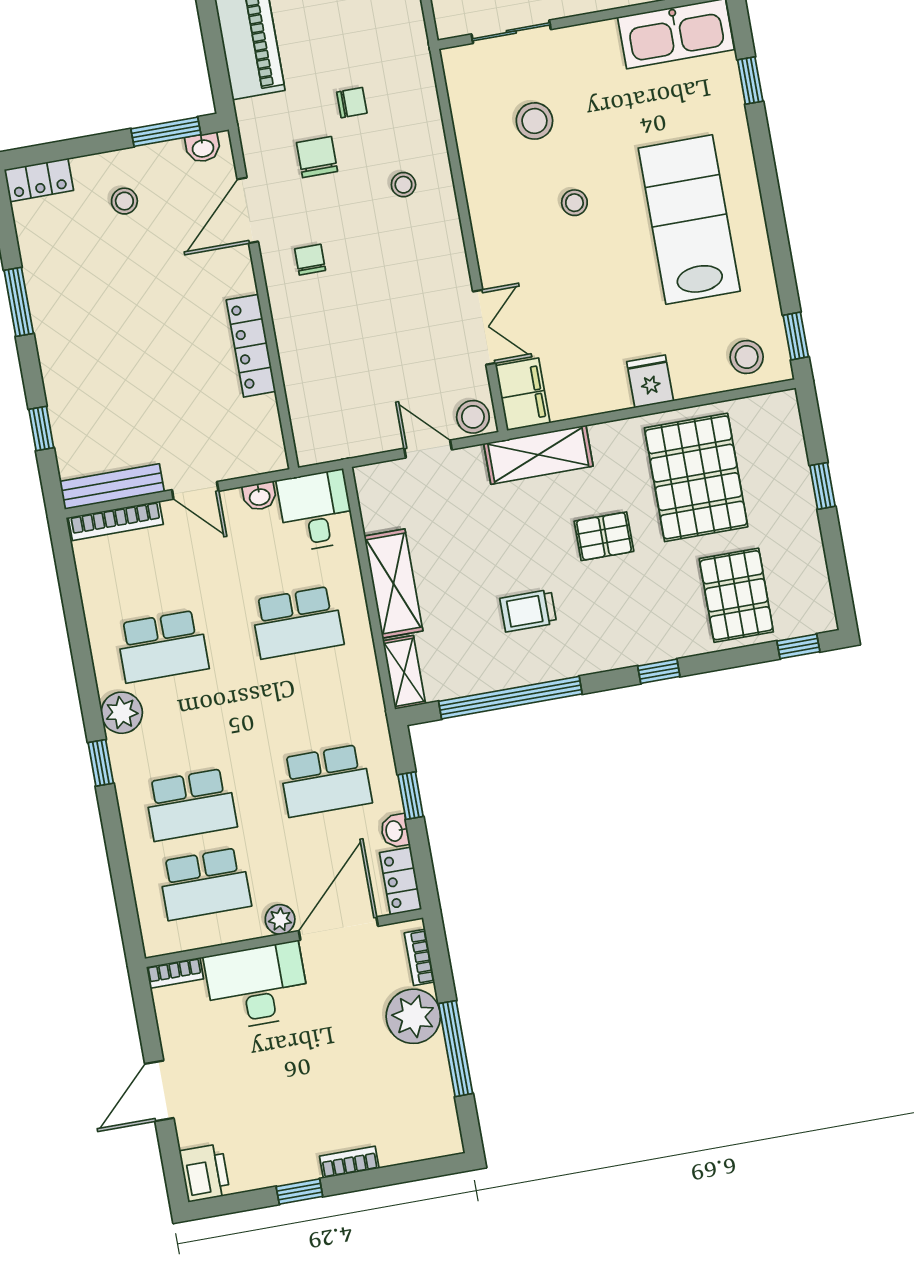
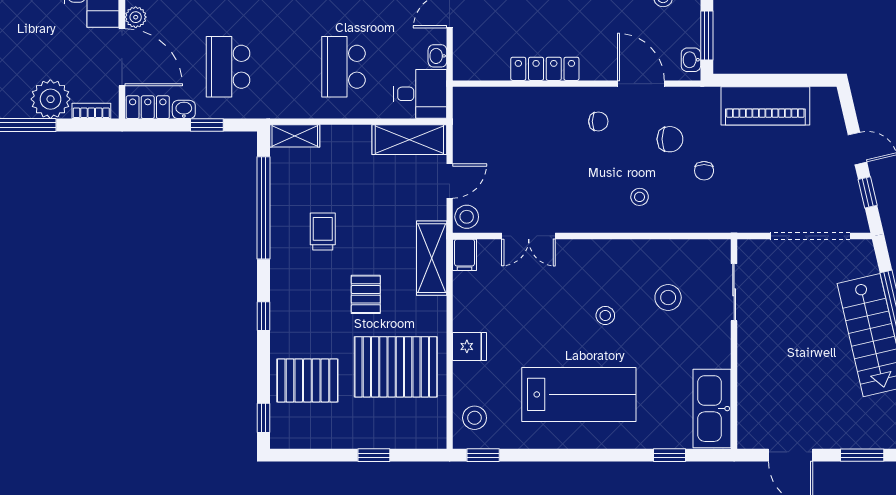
filing cabinet: (523, 394) -> (465, 255), width x0.50
shelving: (393, 583) -> (409, 140), moved

